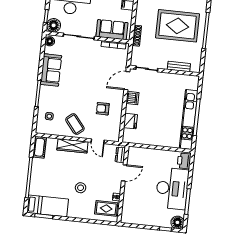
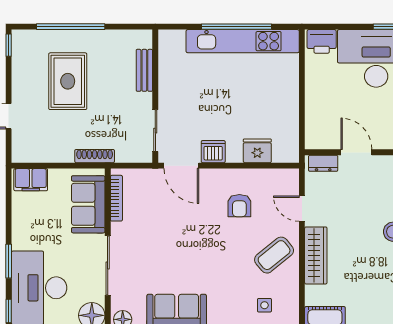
rug: (177, 26) -> (68, 81), width x0.73, depth x0.69
door: (98, 141) -> (302, 209), swing flipped

